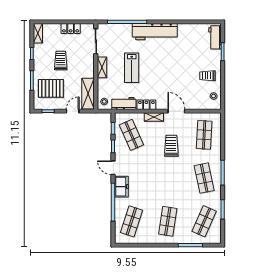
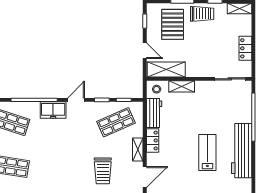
trolley: (61, 60) -> (202, 14), moved
shelving: (102, 67) -> (182, 86), moved
lab bench: (132, 68) -> (207, 152), moved, turned 90
trolley: (171, 146) -> (103, 171), turned 90

